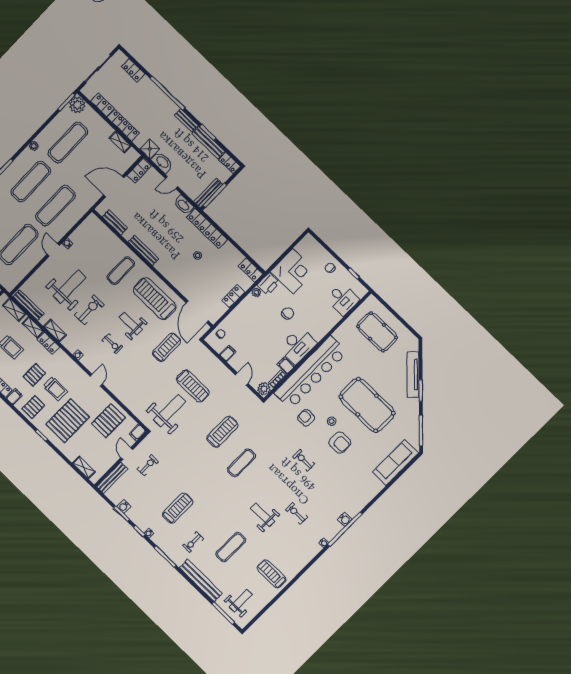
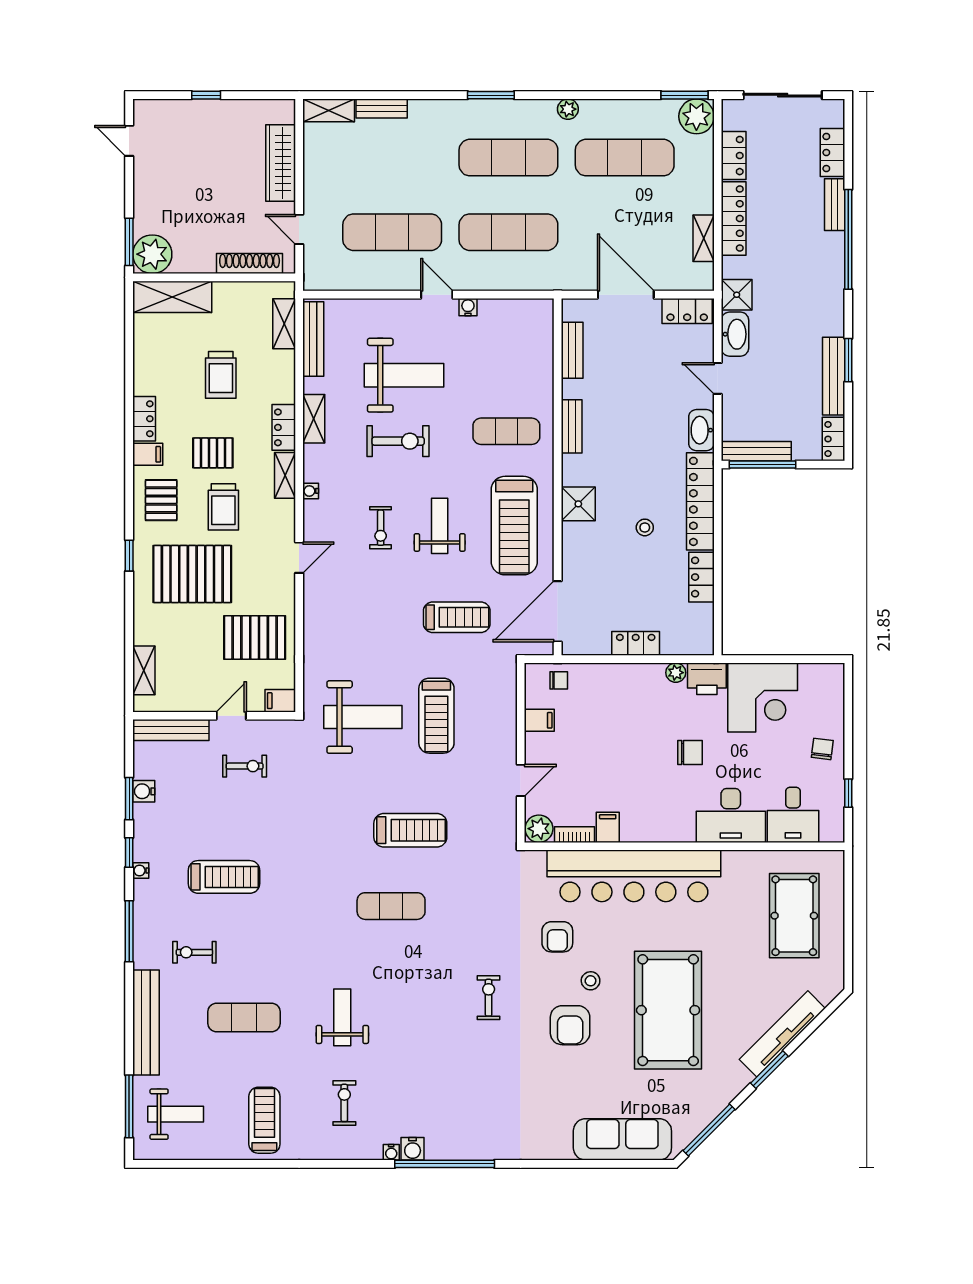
bench: (186, 120) -> (835, 205), moved
door: (53, 250) -> (437, 295), hinge flipped
bench: (143, 250) -> (572, 426), width x0.73
shower: (168, 270) -> (578, 504), added
locker: (250, 270) -> (701, 577), moved
treadmill: (155, 299) -> (514, 526), turned 180
shelving: (33, 327) -> (285, 475), moved
desk: (298, 346) -> (731, 815), moved
pallet: (33, 407) -> (161, 500), turned 90
armchair: (306, 418) -> (557, 937), turned 180
exercise bike: (296, 513) -> (344, 1103), moved
water cooler: (345, 519) -> (413, 1149), moved

